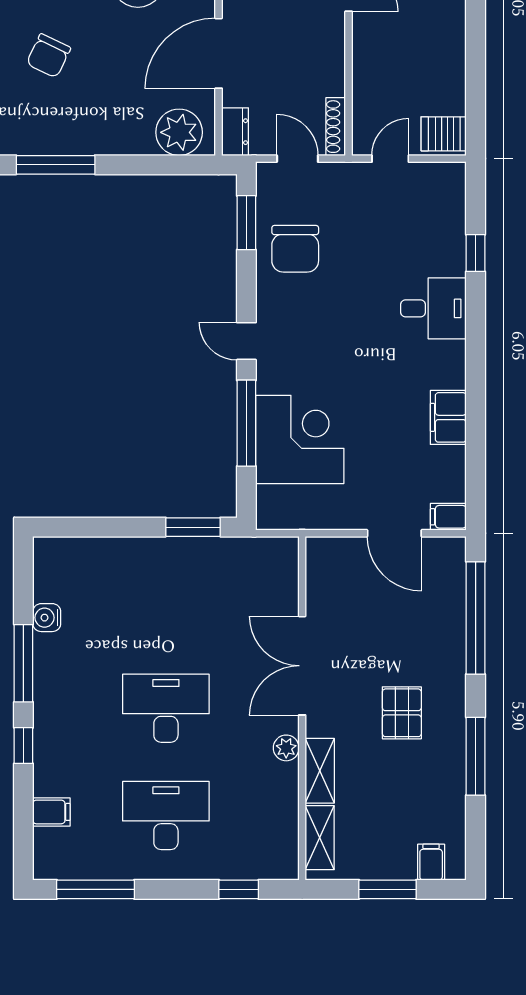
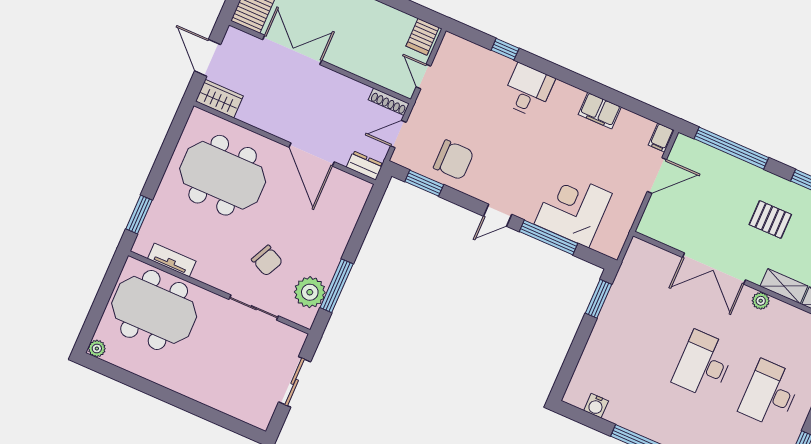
plant: (179, 132) -> (310, 292), moved
water cooler: (47, 618) -> (596, 406), moved

